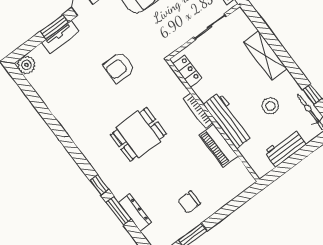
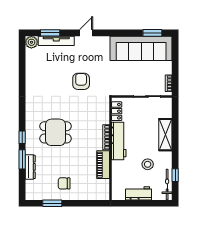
window: (54, 27) -> (50, 33), moved
tv unit: (60, 37) -> (56, 41), width x1.41
armchair: (119, 67) -> (81, 81), turned 90
workbench: (228, 120) -> (119, 141), moved
dining table: (138, 134) -> (55, 132), moved

